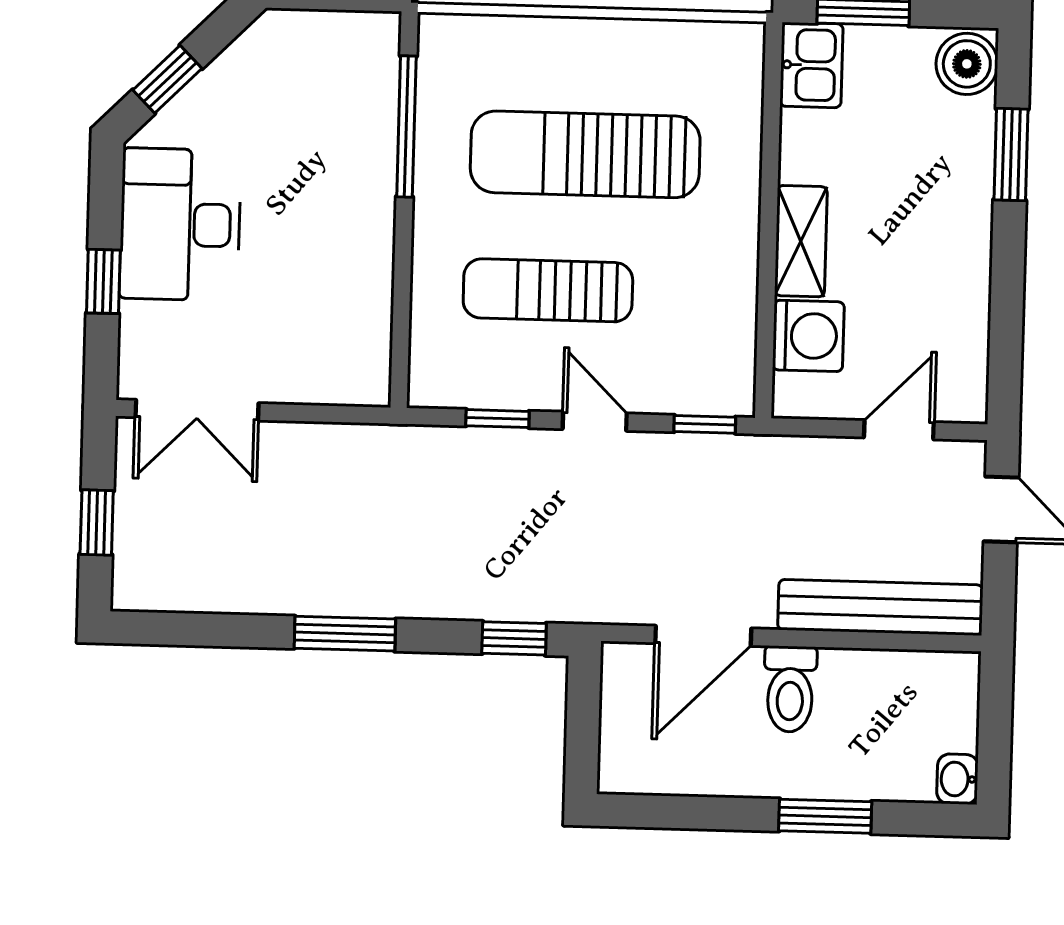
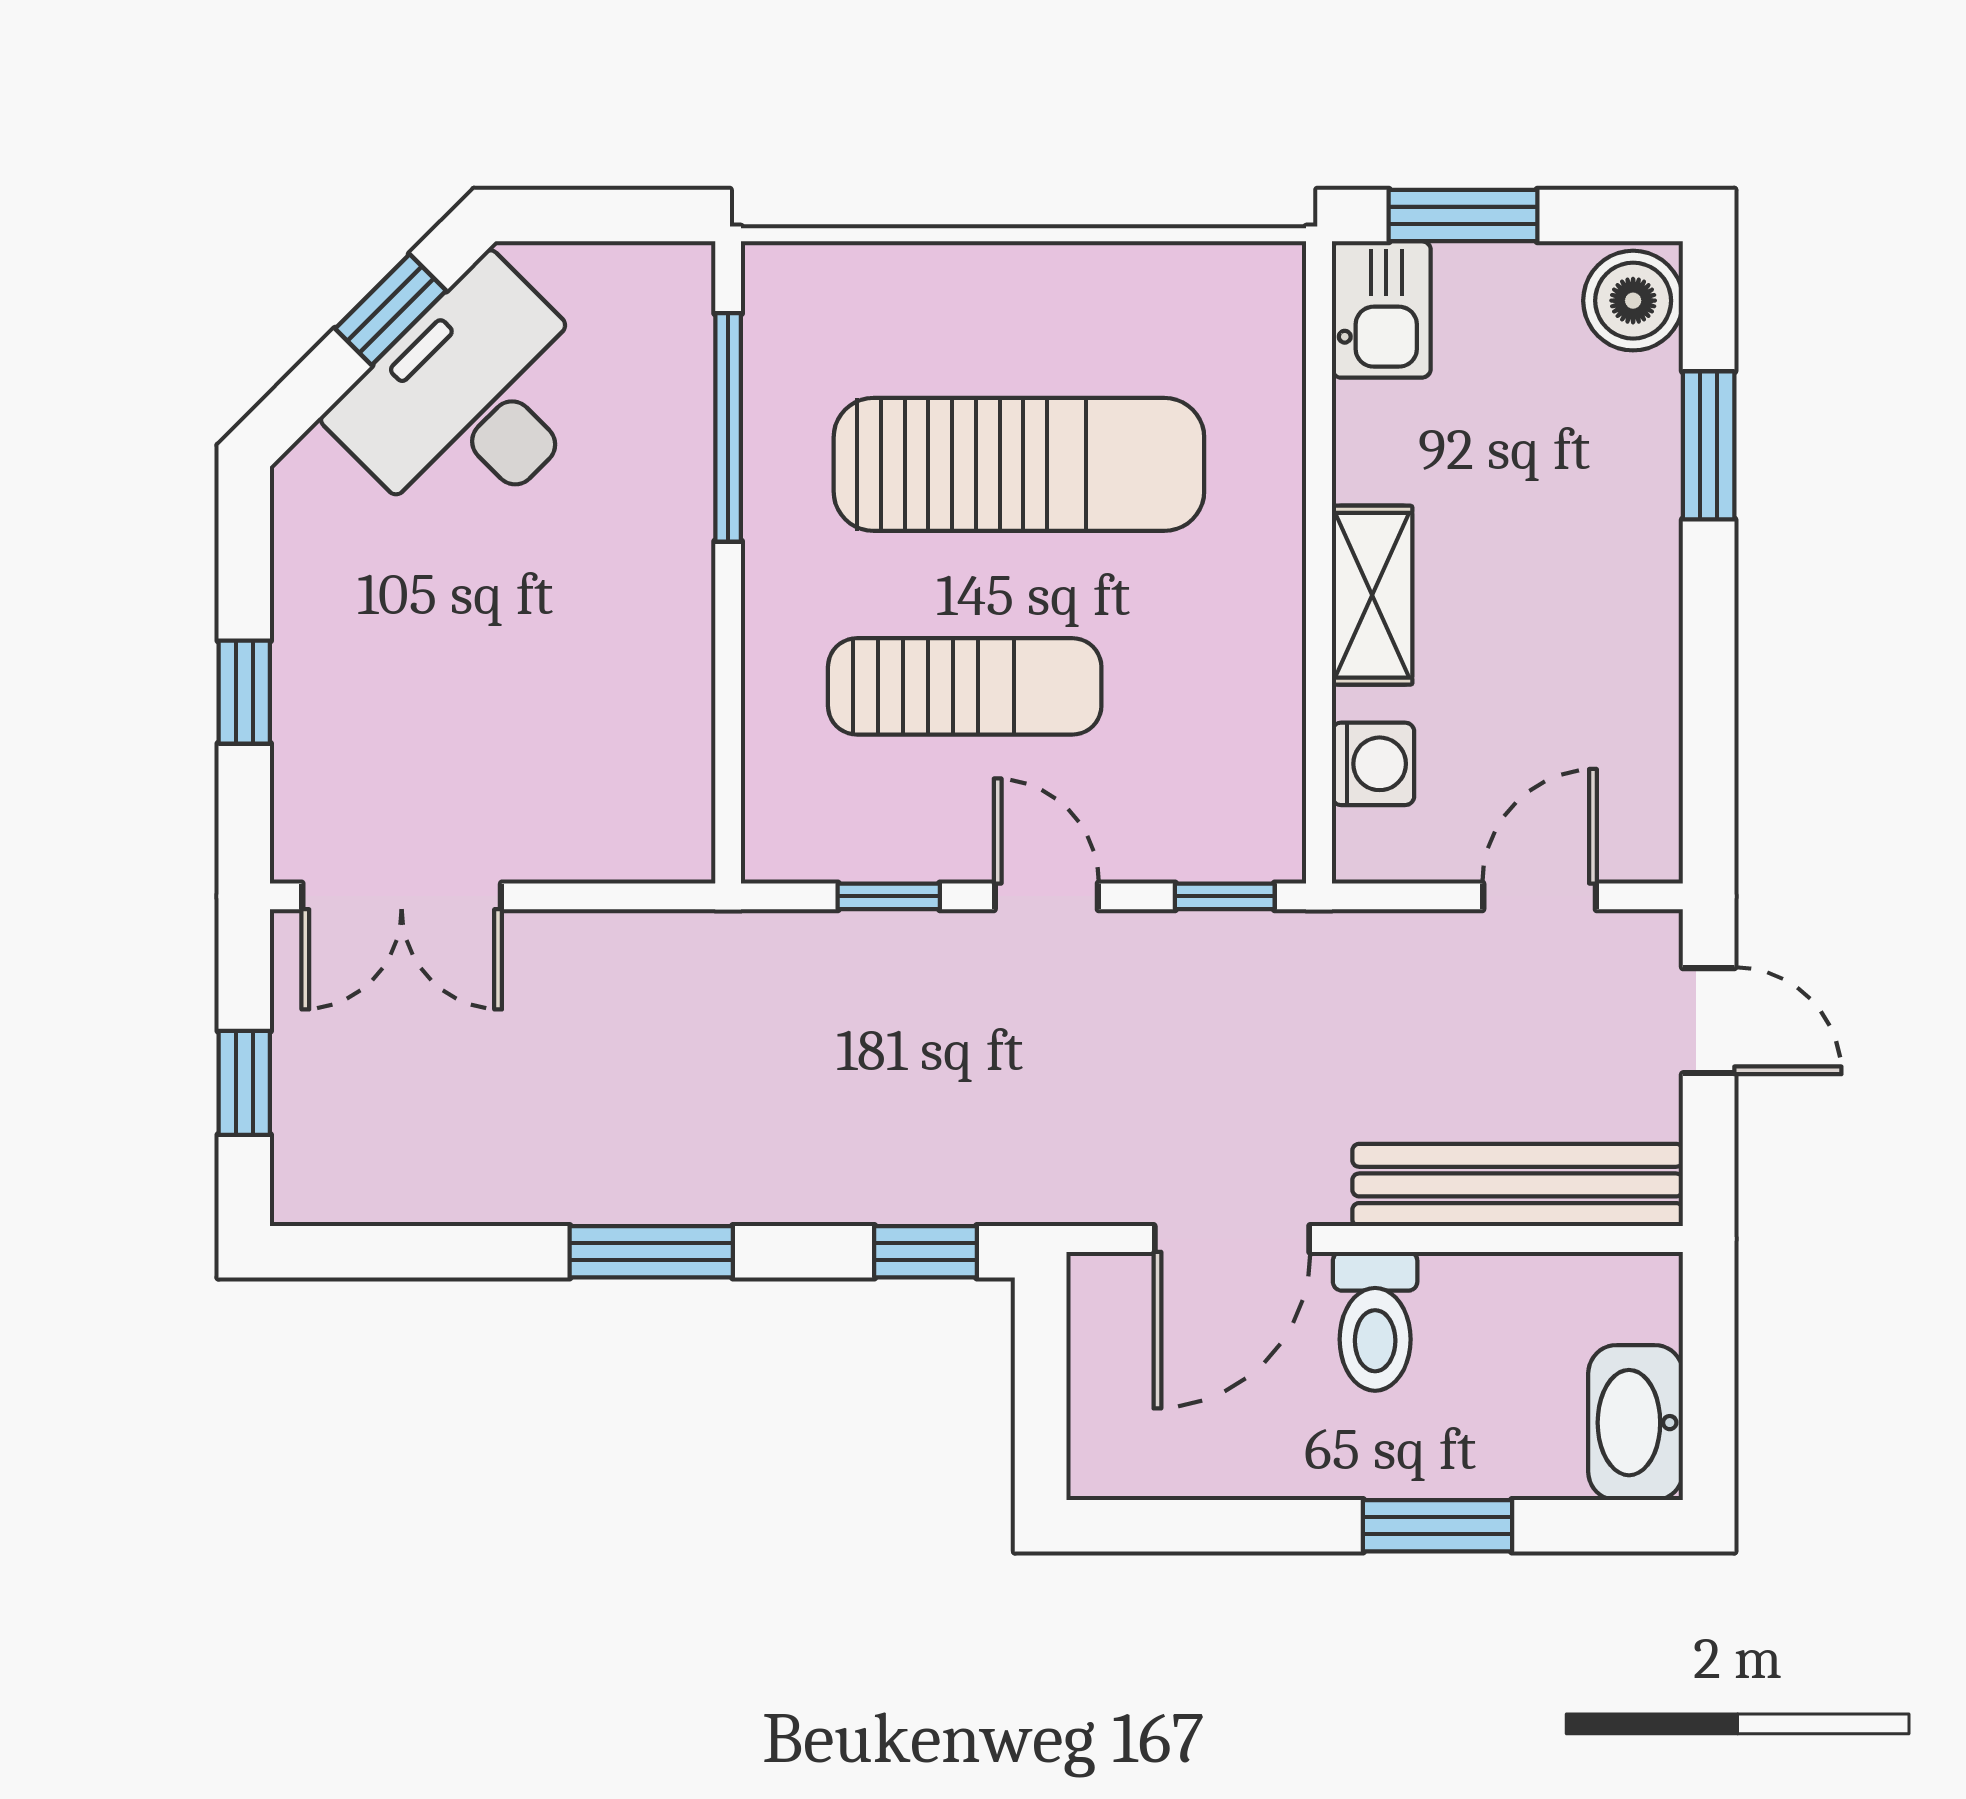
window: (167, 79) -> (391, 310), moved
sun lounger: (585, 154) -> (1019, 464), turned 180
desk: (180, 224) -> (472, 401), moved, turned 45
sun lounger: (548, 290) -> (965, 686), turned 180
washing machine: (808, 336) -> (1373, 764), width x0.73, depth x0.73
washbasin: (957, 779) -> (1636, 1423), width x1.91, depth x1.45

